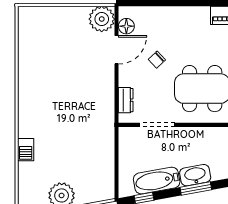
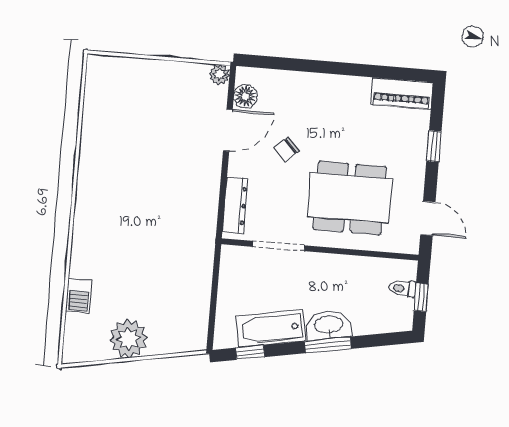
plant: (102, 19) -> (219, 75), width x0.53, depth x0.53
dresser: (126, 100) -> (235, 205), width x1.44
barbecue: (26, 150) -> (79, 296), moved

